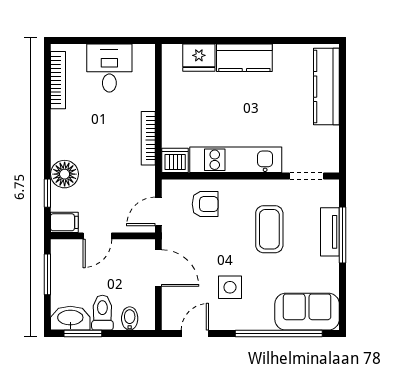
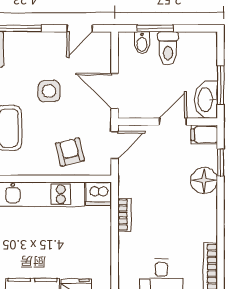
bookcase: (148, 138) -> (124, 215), width x0.64
armchair: (205, 204) -> (70, 152), turned 76
side table: (230, 287) -> (49, 91), moved
washbasin: (70, 318) -> (206, 100), moved, turned 90
window: (83, 334) -> (155, 28), moved

